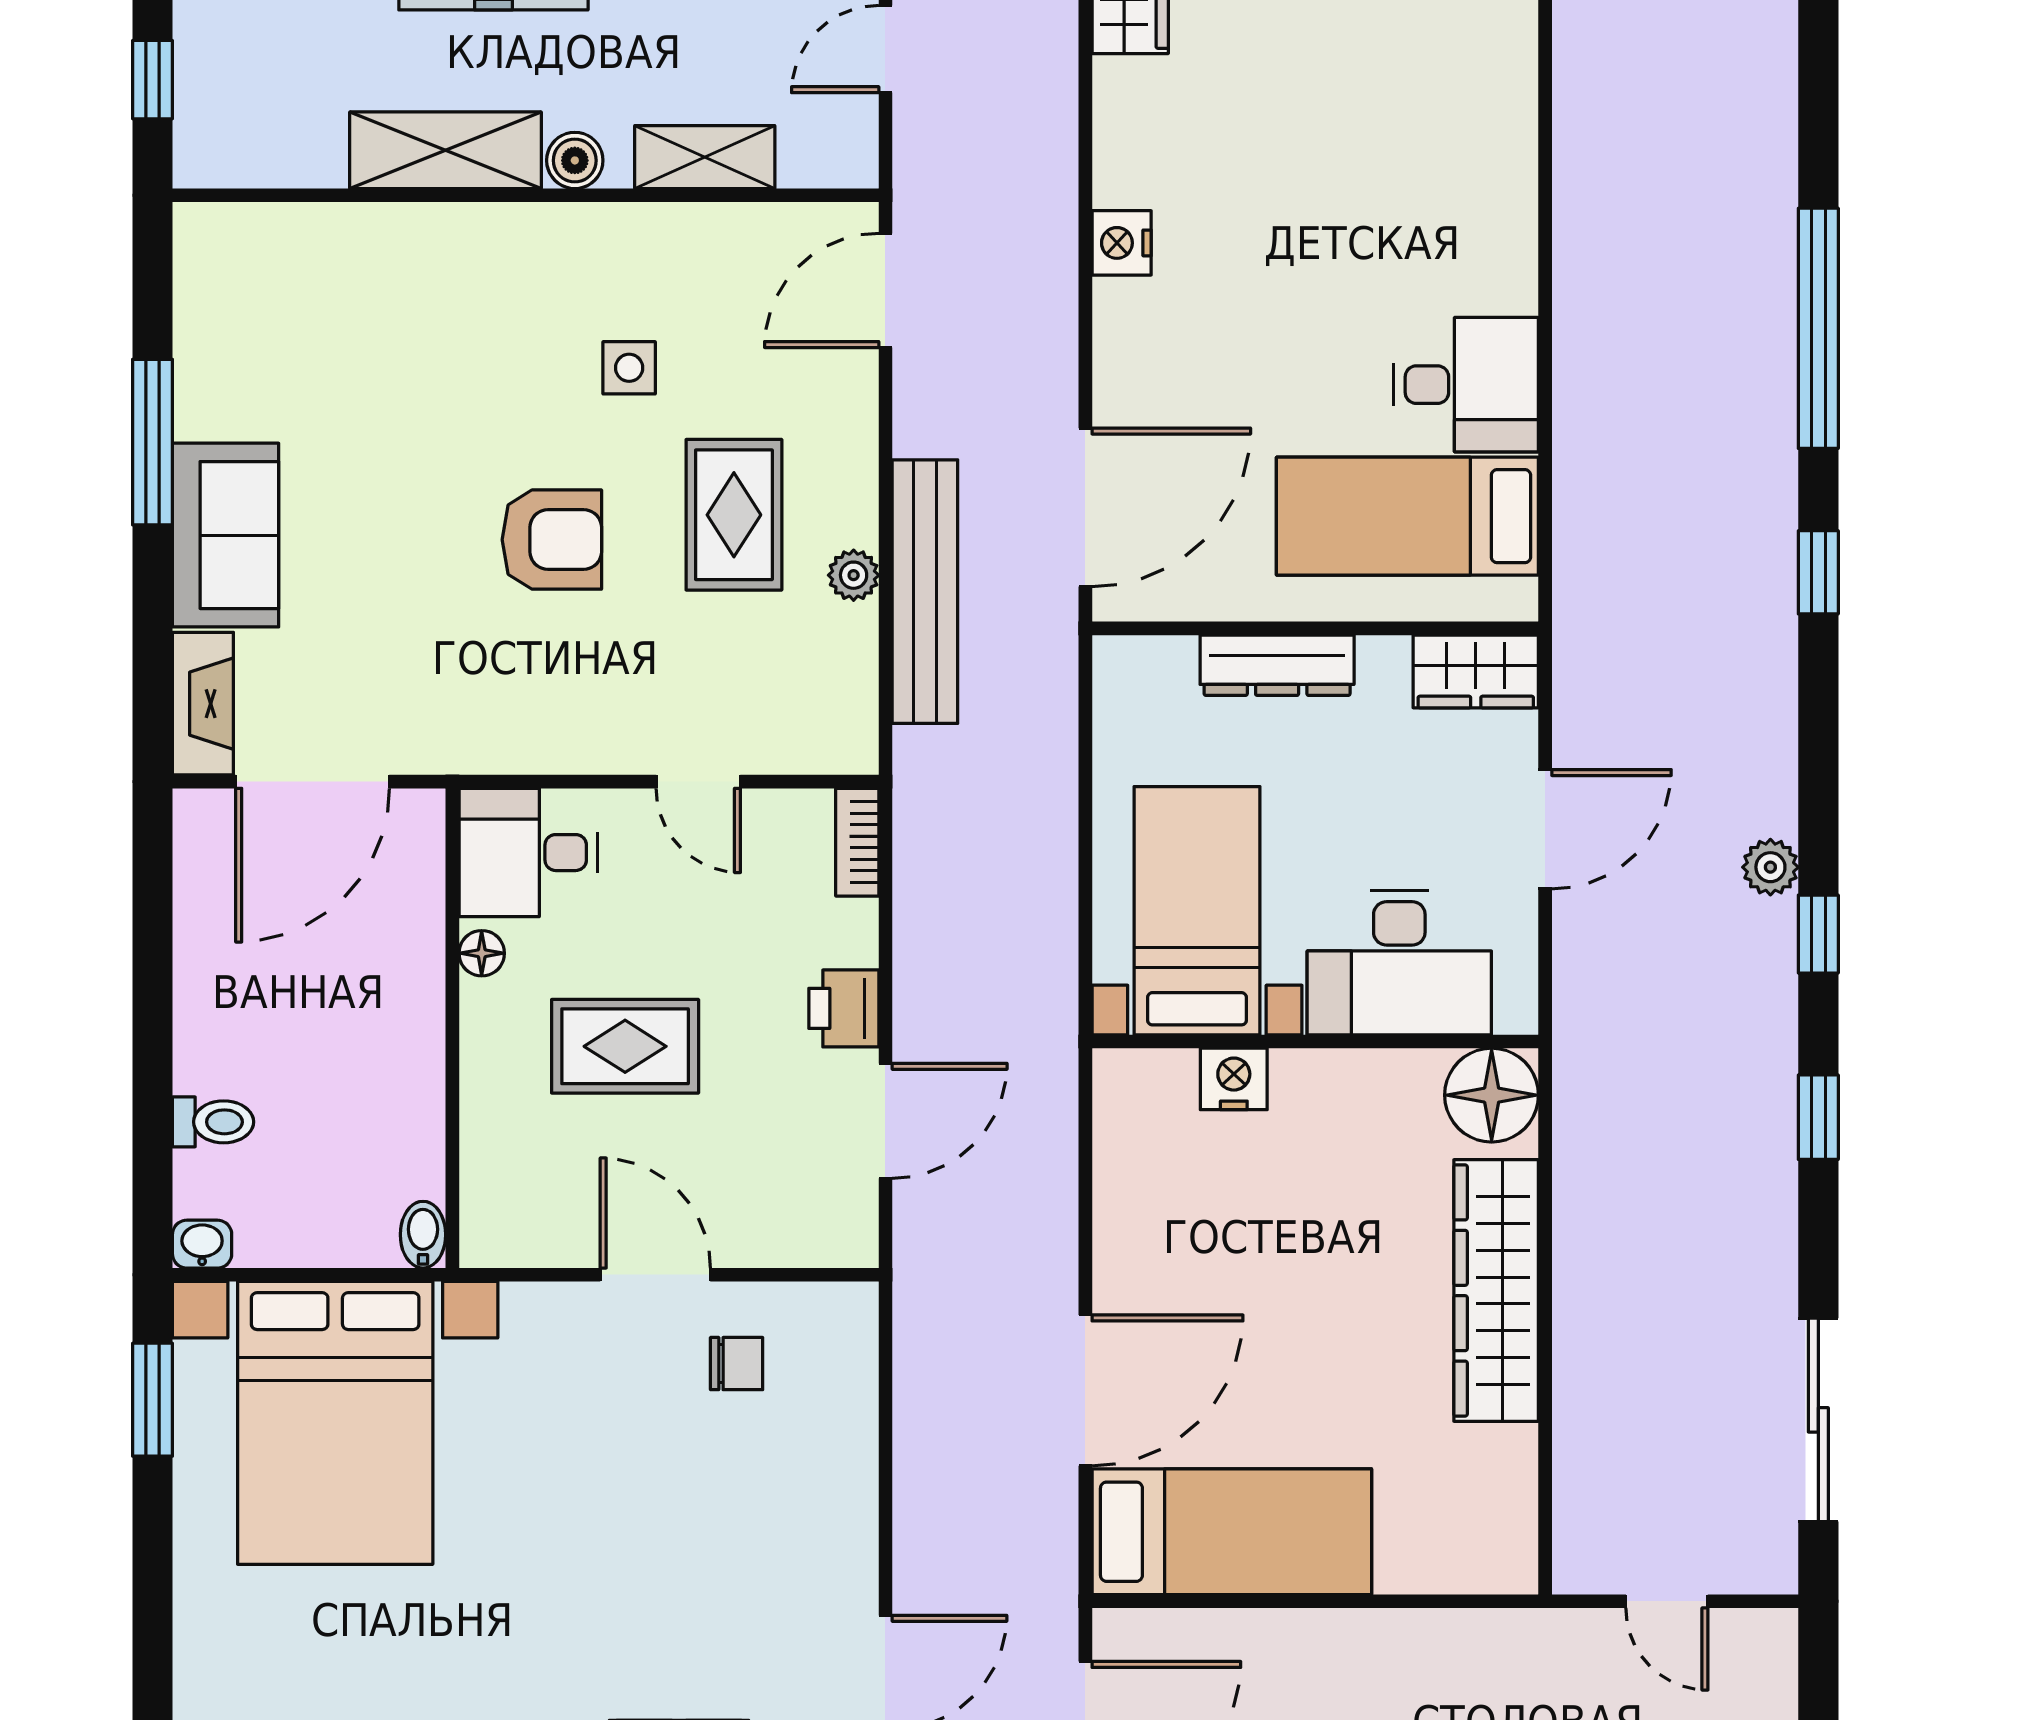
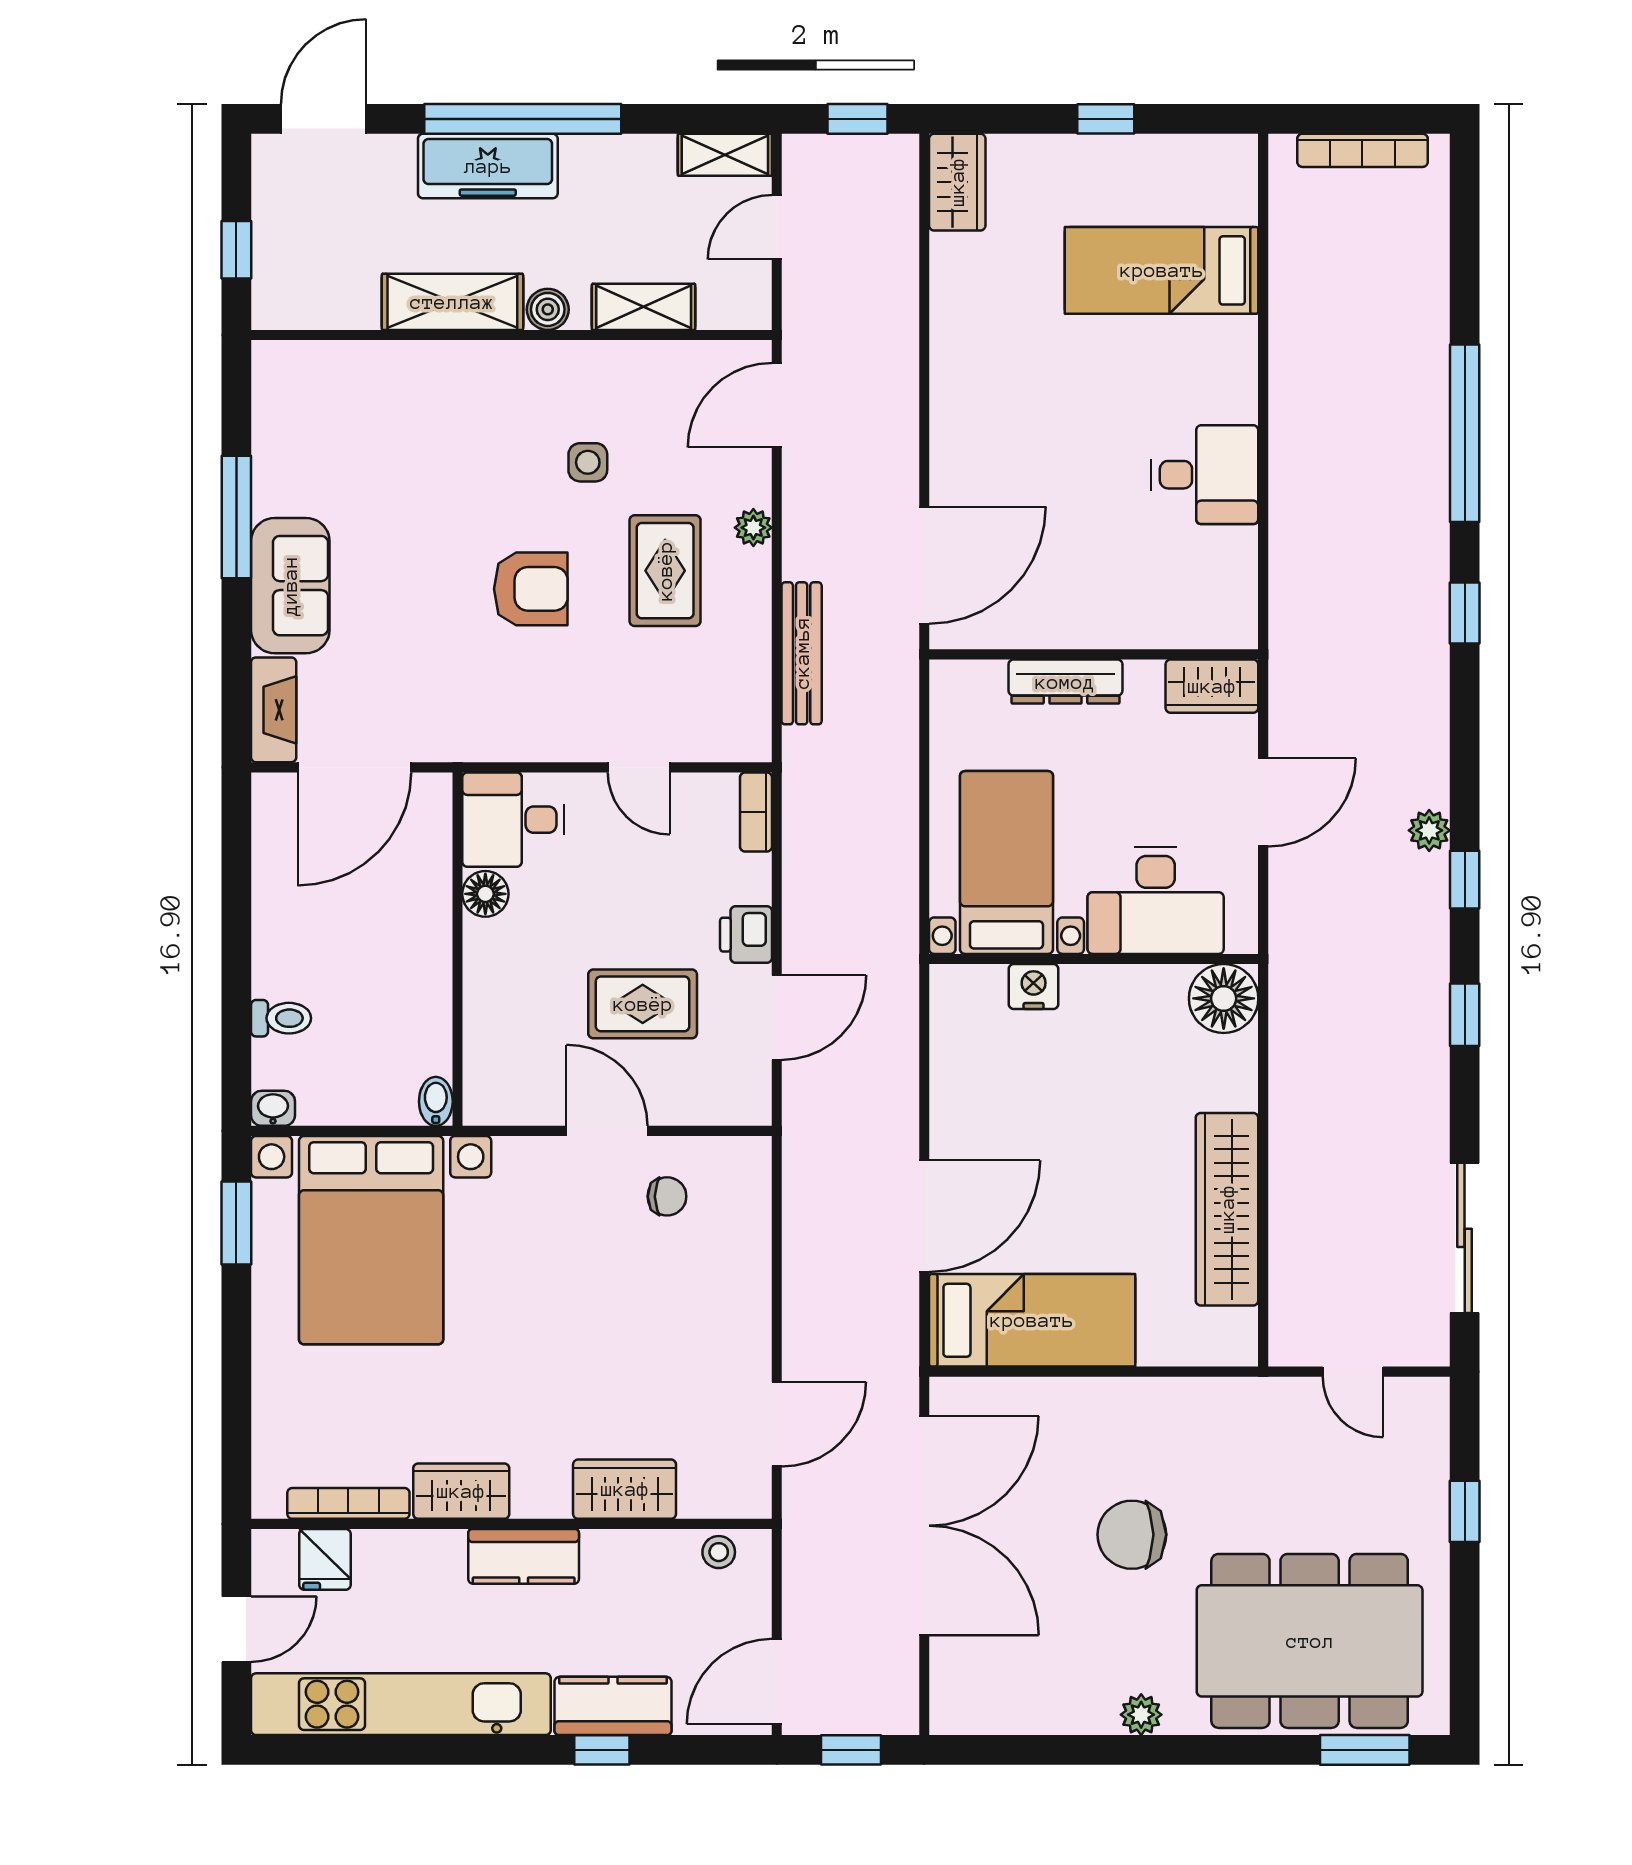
nightstand: (1122, 243) -> (951, 370), removed
bed: (1407, 516) -> (1162, 270), moved
plant: (854, 575) -> (753, 528), moved
bench: (925, 592) -> (802, 653), width x0.73, depth x0.82
floor lamp: (482, 953) -> (485, 894), width x1.37, depth x1.37
rug: (625, 1046) -> (643, 1004), moved
wardrobe: (1496, 1290) -> (1227, 1209), moved

